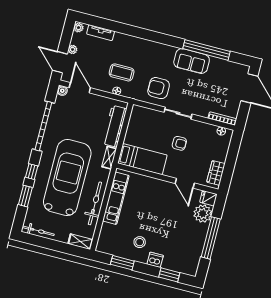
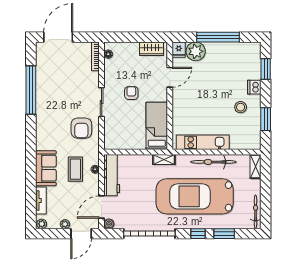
sofa: (192, 61) -> (46, 168), moved
workbench: (115, 126) -> (112, 175), moved, turned -90

